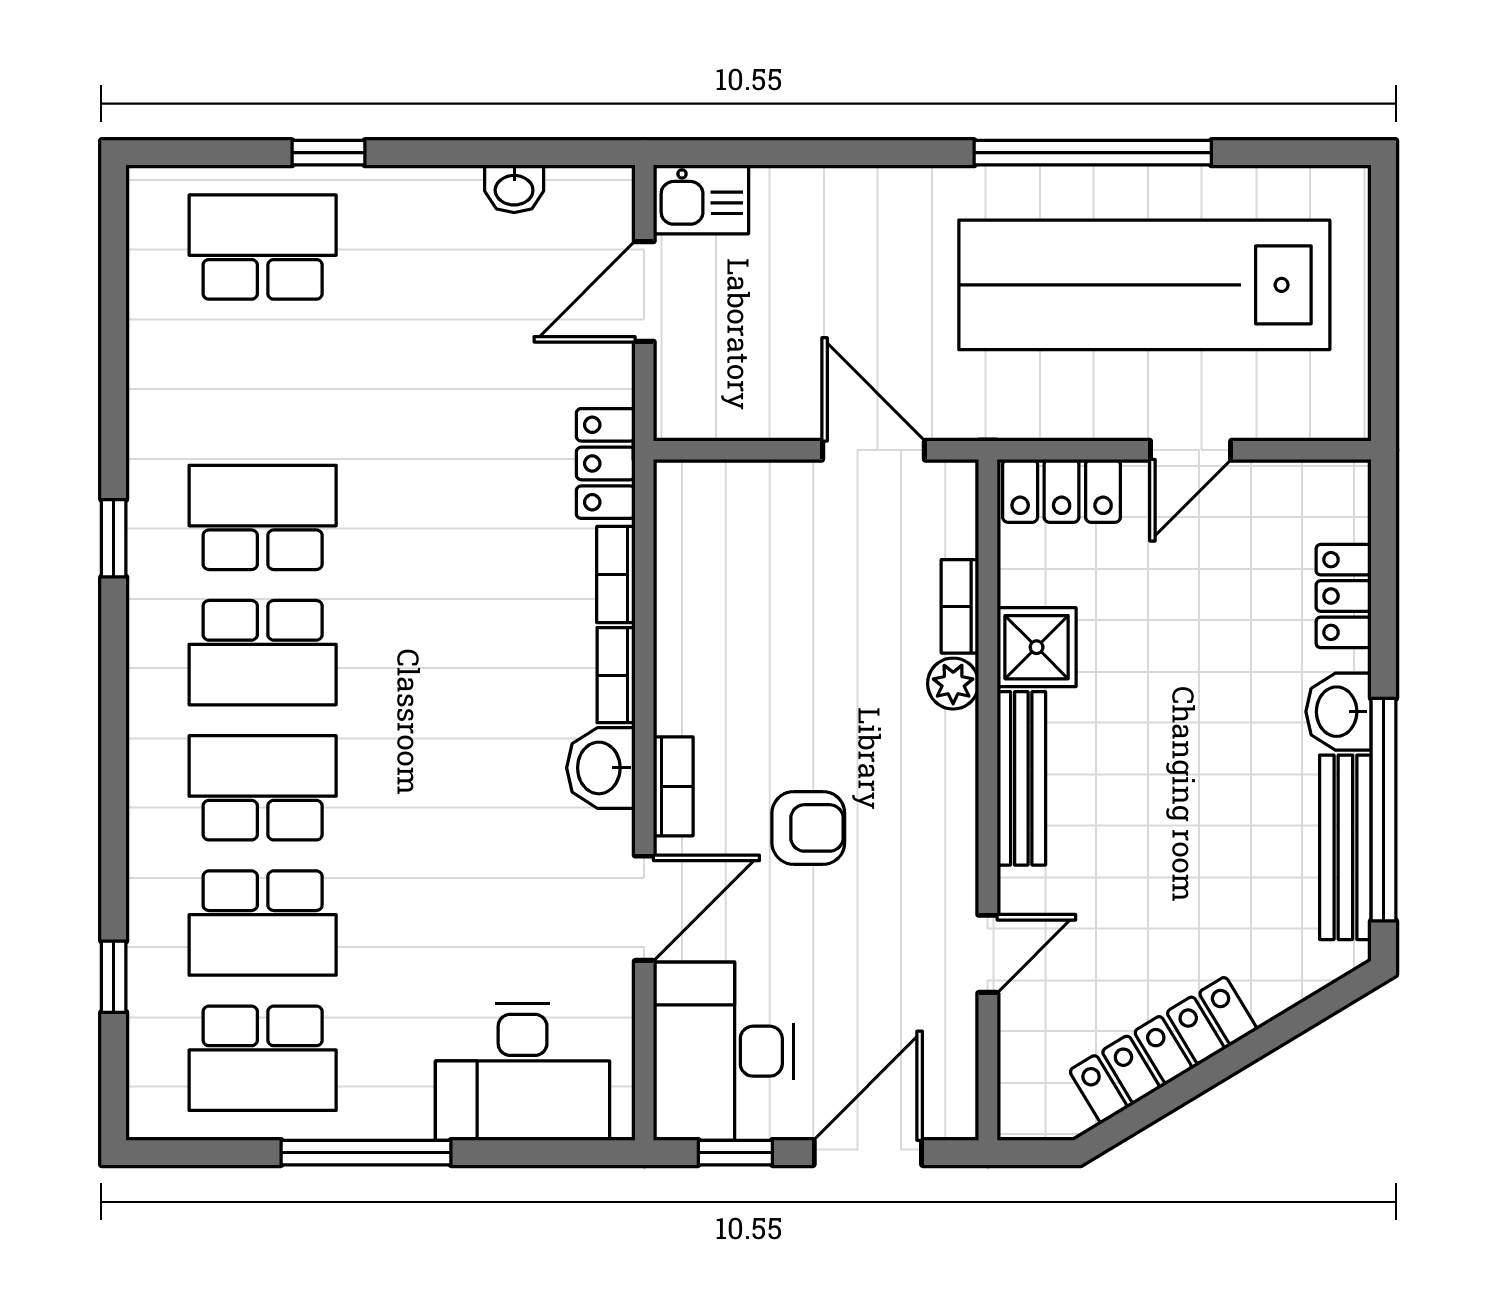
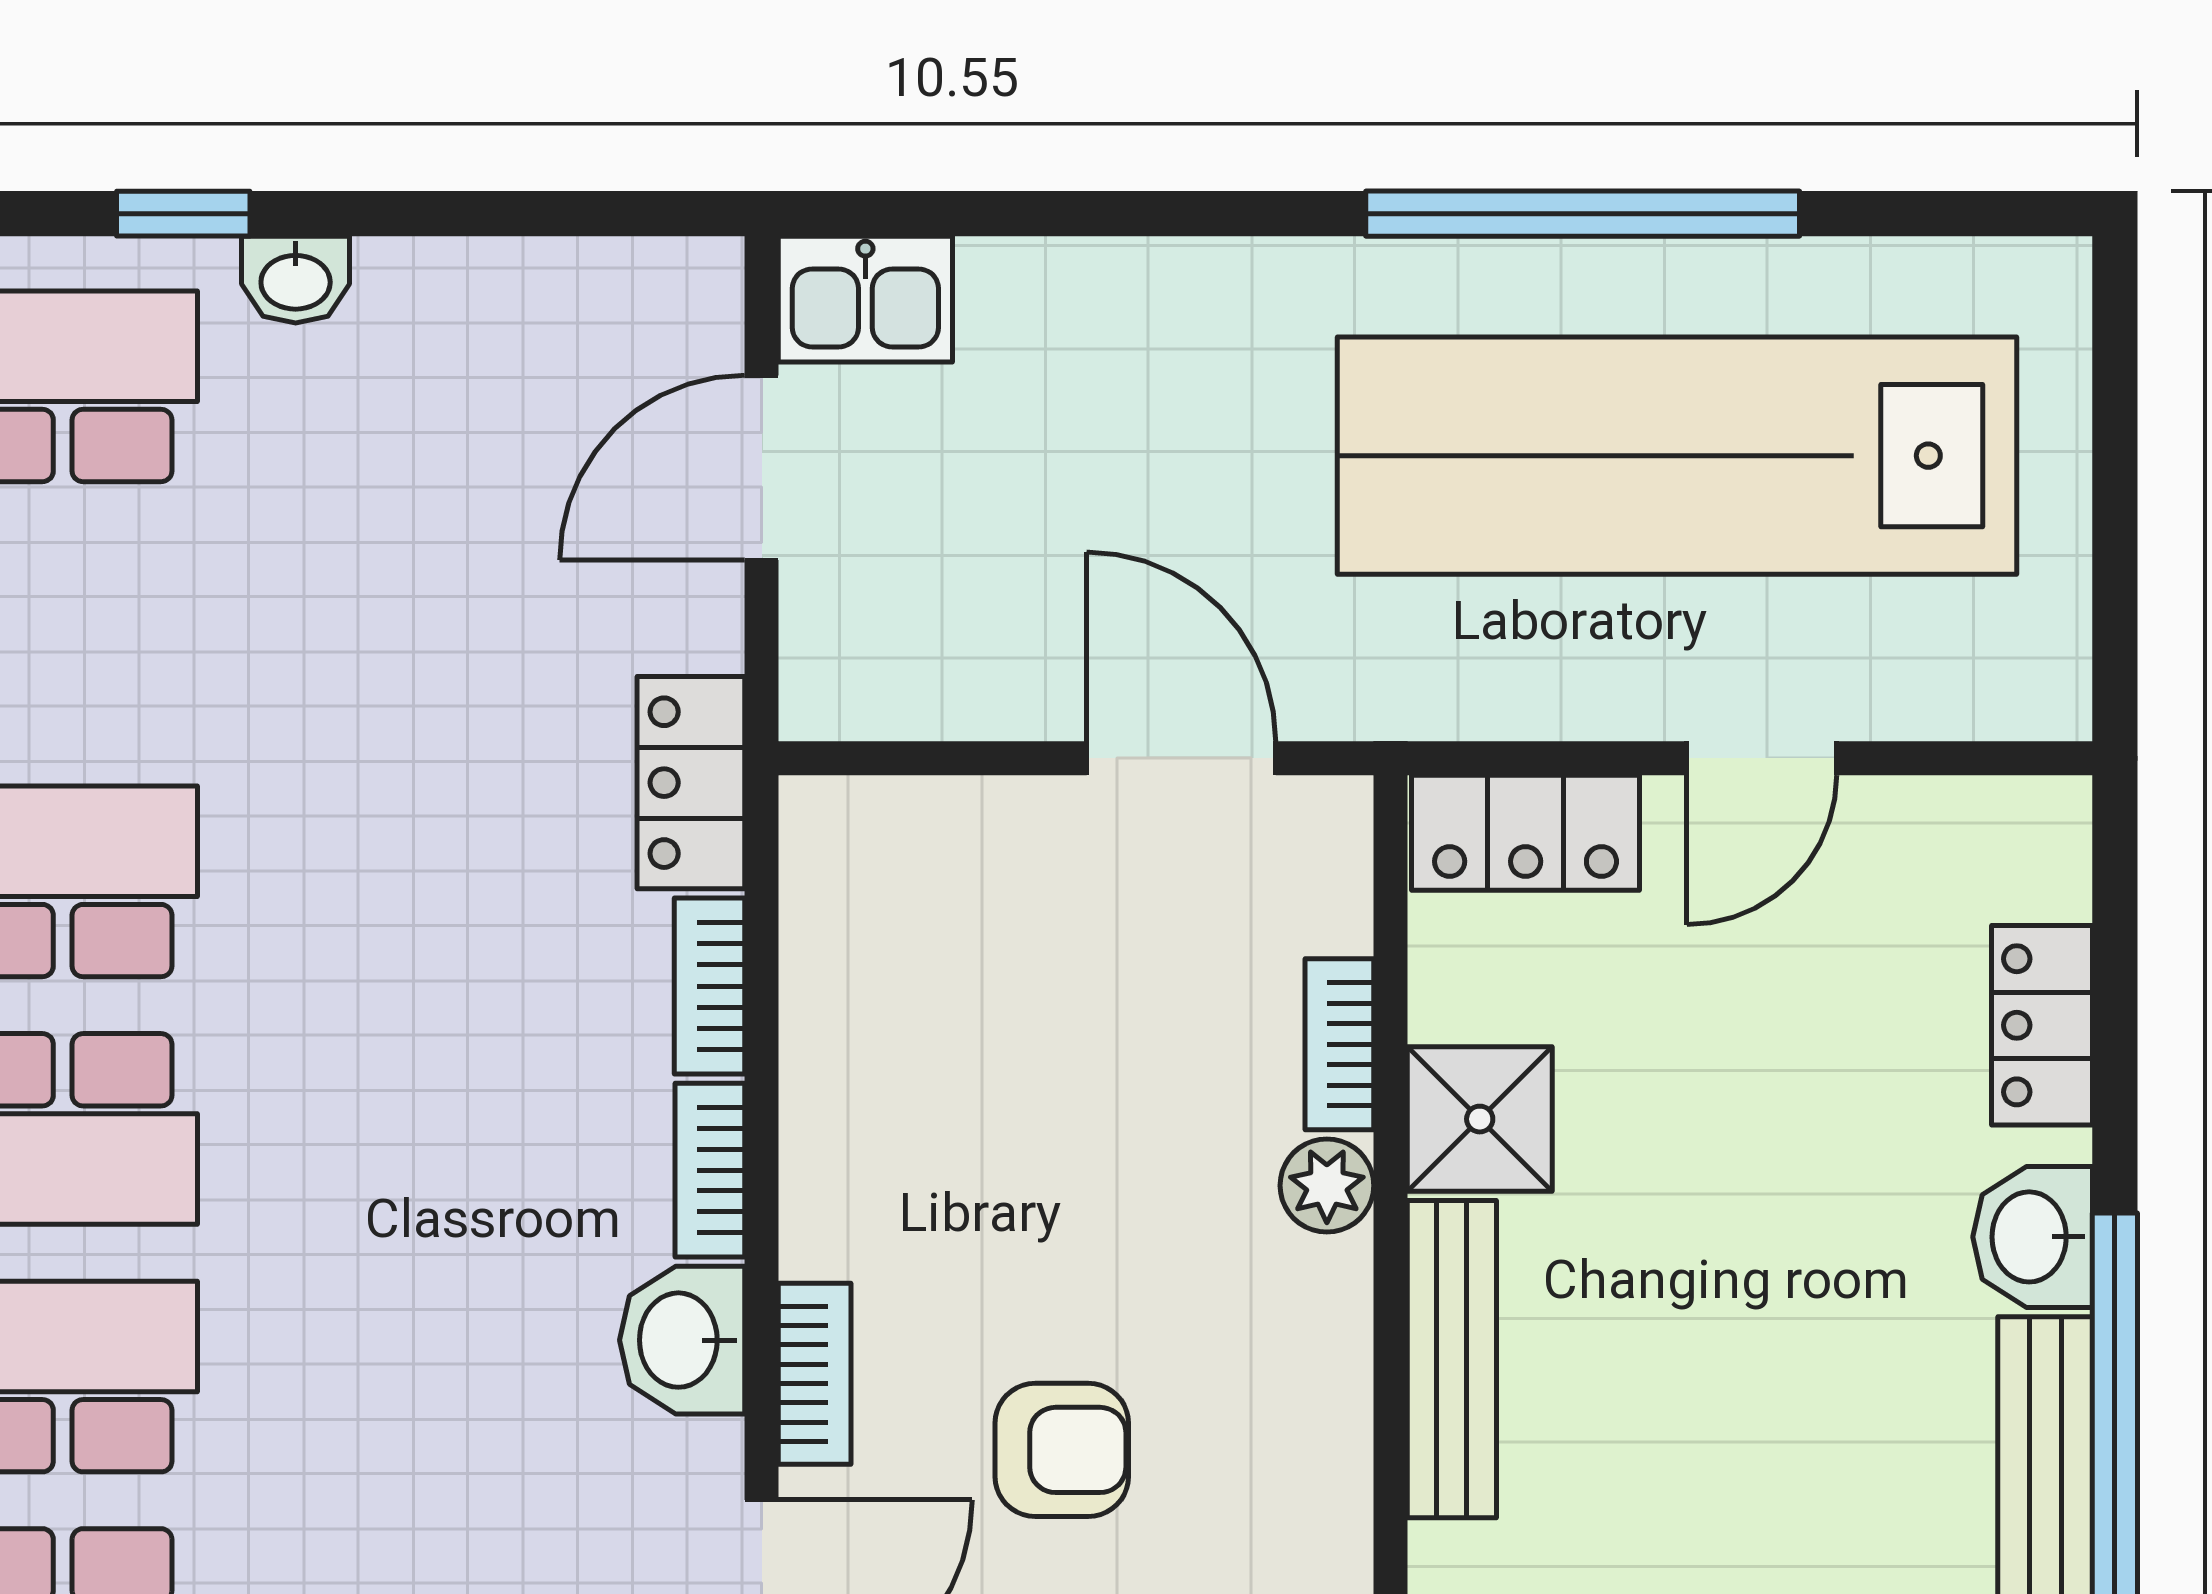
washbasin: (514, 189) -> (296, 280), moved

